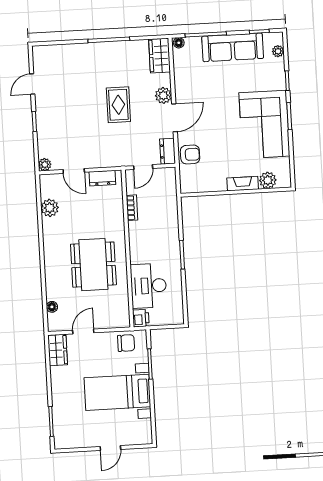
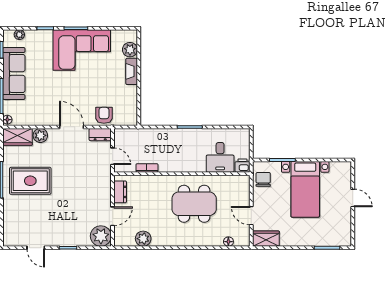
plant: (163, 95) -> (40, 135), moved
rug: (118, 105) -> (30, 181), moved, width x1.36, depth x1.43
plant: (45, 165) -> (101, 236), width x1.87, depth x1.87
desk: (149, 286) -> (220, 157), width x0.73

